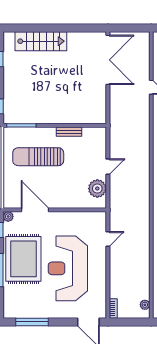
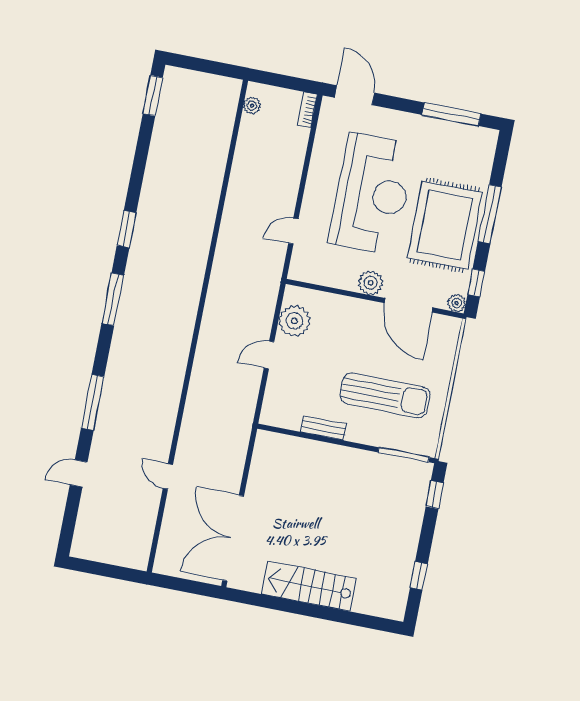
stairs: (41, 41) -> (309, 586), moved
plant: (59, 218) -> (371, 283), added

